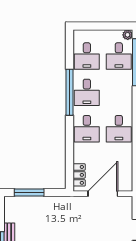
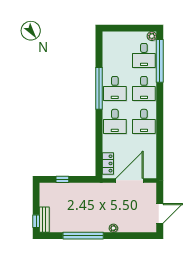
desk: (87, 56) -> (144, 88), moved
window: (29, 192) -> (62, 179), width x0.46

